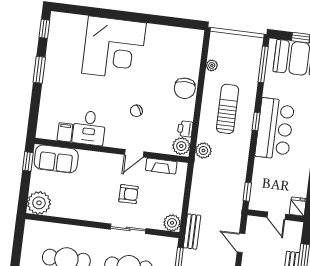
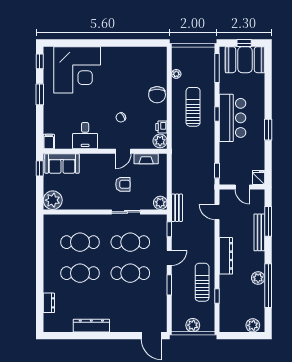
corner desk: (114, 48) -> (77, 70), moved
filing cabinet: (65, 132) -> (49, 142), moved
plant: (203, 151) -> (178, 142), removed

